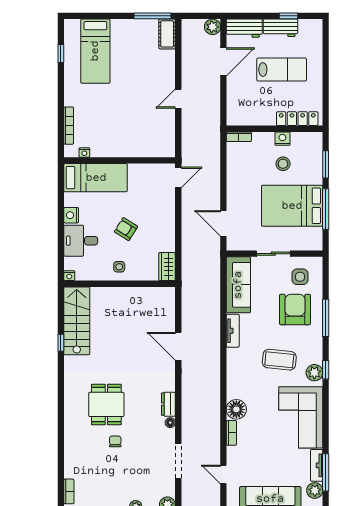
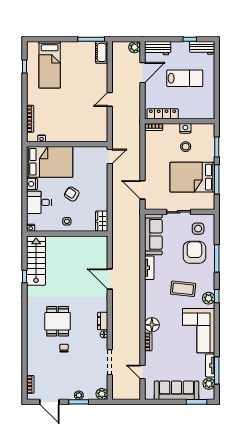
workbench: (280, 28) -> (202, 48), moved
locker: (297, 119) -> (163, 114), moved
bed: (96, 178) -> (50, 162), width x1.50

